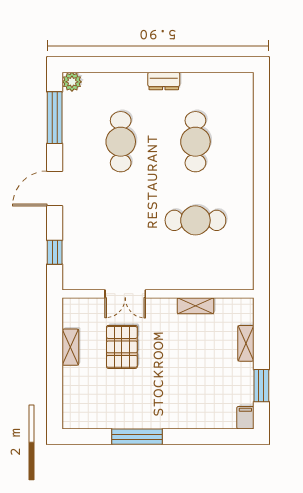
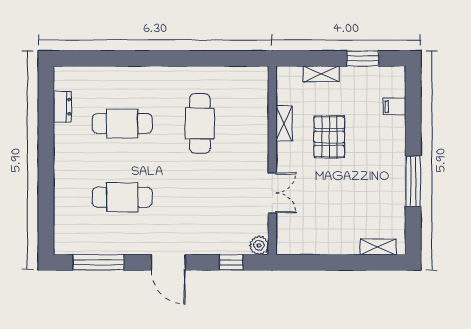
dresser: (164, 81) -> (62, 107), moved
plant: (72, 82) -> (259, 245), moved
shelving: (70, 347) -> (378, 247), moved
pallet: (122, 347) -> (329, 137), moved, turned 90
filing cabinet: (245, 418) -> (395, 107), moved

